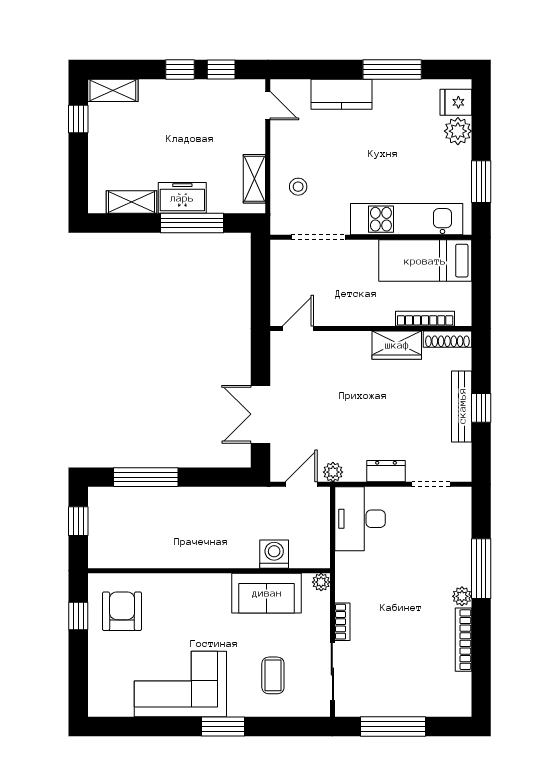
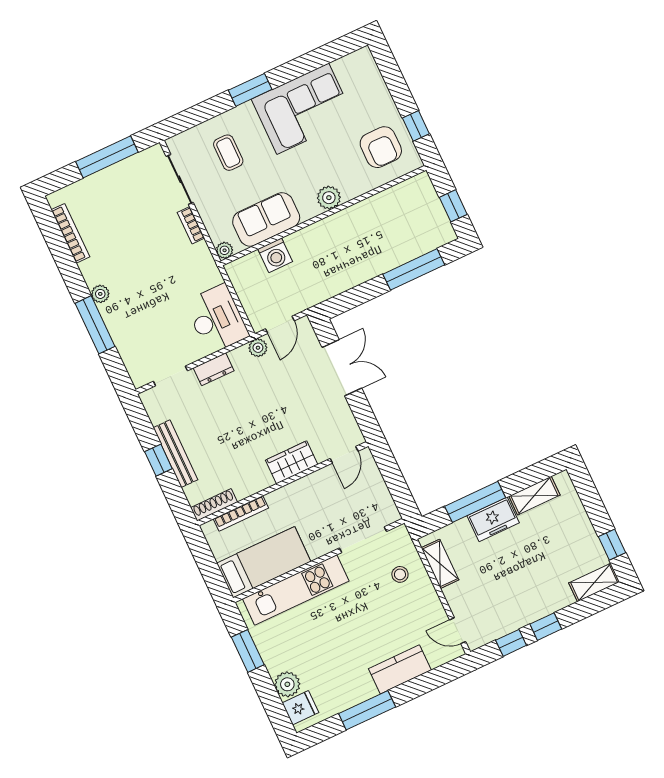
wardrobe: (397, 345) -> (292, 462), moved
plant: (196, 586) -> (329, 198), added
bookcase: (463, 640) -> (70, 233), moved

